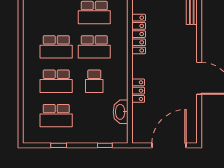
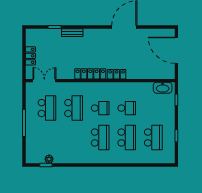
school desk: (94, 47) -> (100, 108), width x0.54
locker: (138, 91) -> (117, 74), moved
washbasin: (121, 112) -> (163, 88), moved

